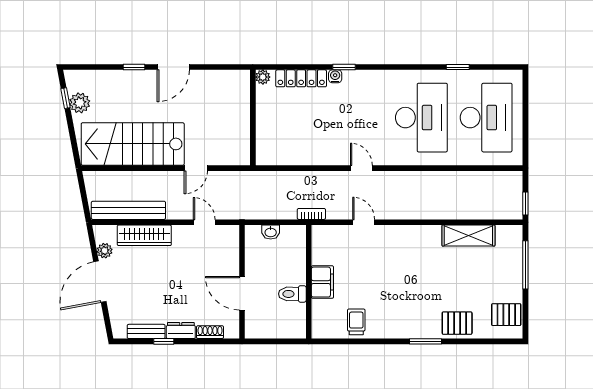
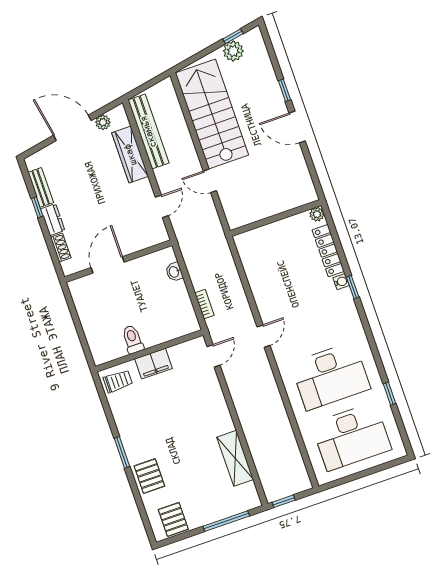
wall: (309, 282) -> (149, 351), moved
filing cabinet: (322, 282) -> (153, 364), moved
toilet: (292, 294) -> (133, 339), moved

